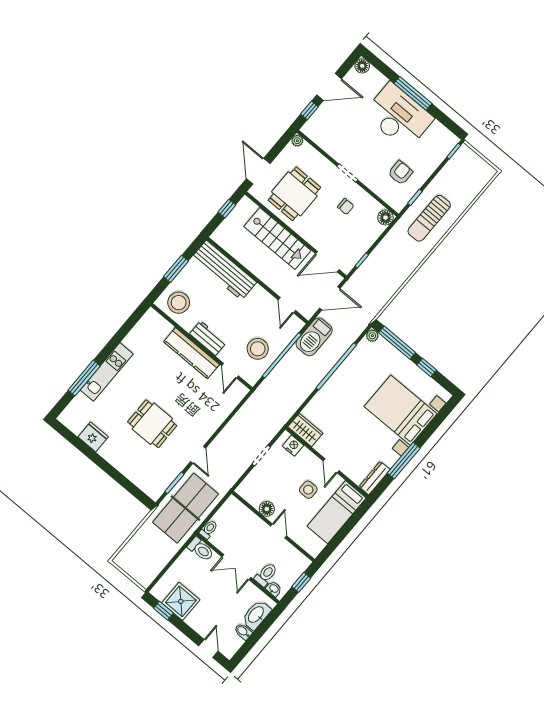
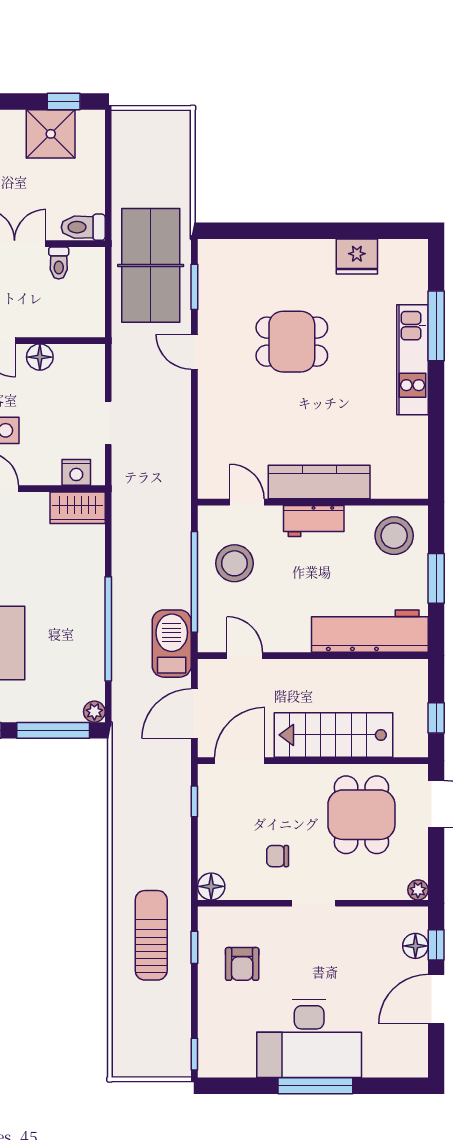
floor lamp: (362, 66) -> (415, 946), moved
toilet: (209, 529) -> (59, 263), moved

